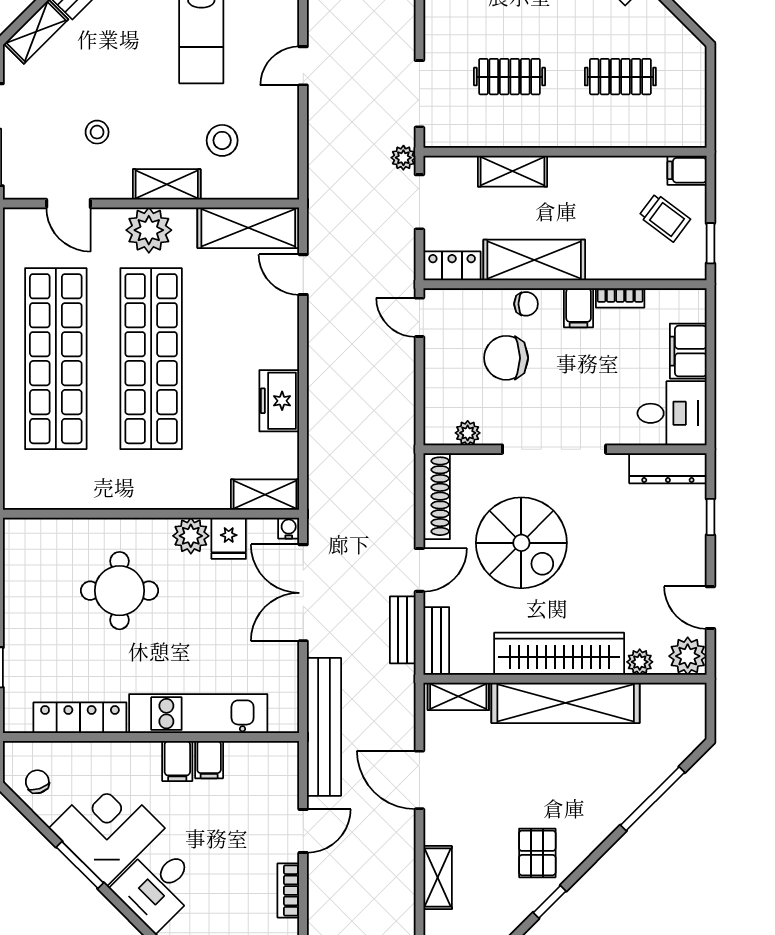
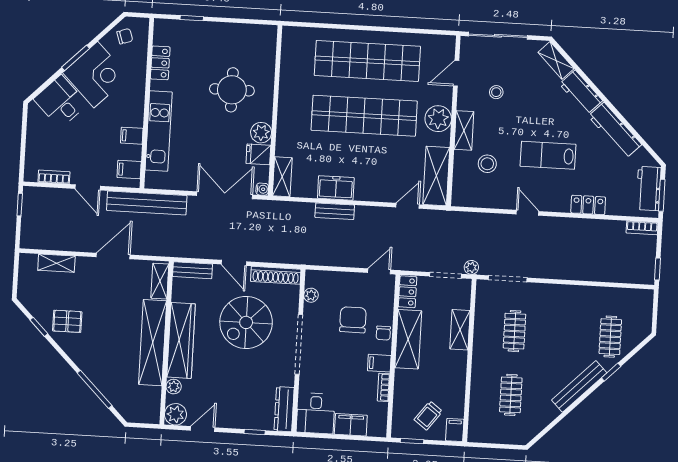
bench: (403, 630) -> (335, 211), moved
locker: (80, 718) -> (160, 63), width x0.66
filing cabinet: (177, 761) -> (129, 170), moved

